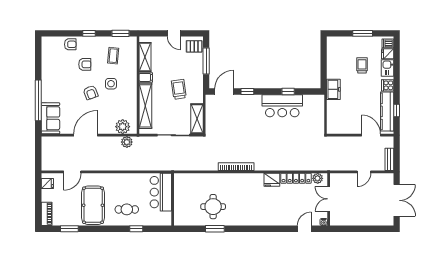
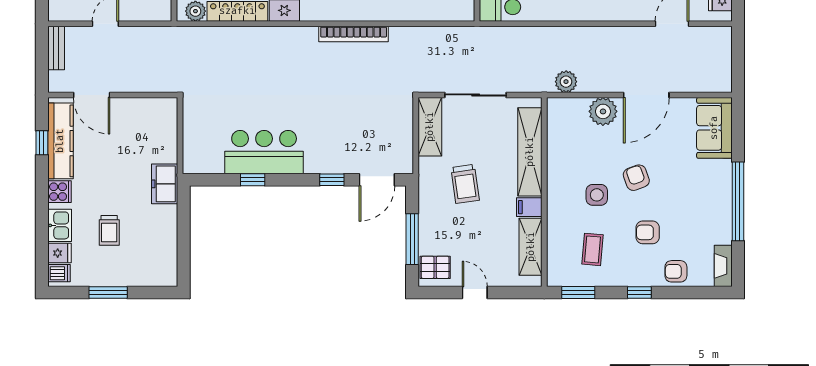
fireplace: (46, 47) -> (723, 266), added
window: (38, 100) -> (738, 201), moved
plant: (123, 127) -> (603, 111), moved

